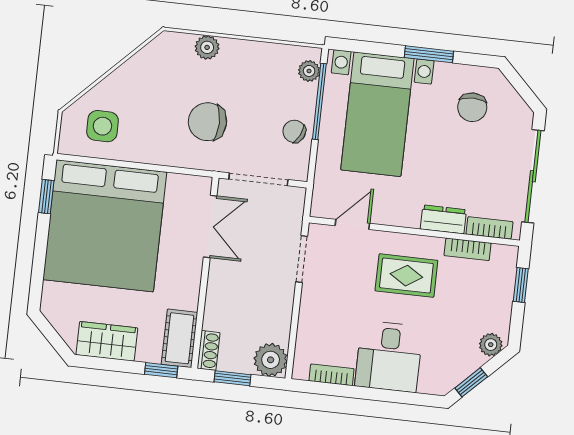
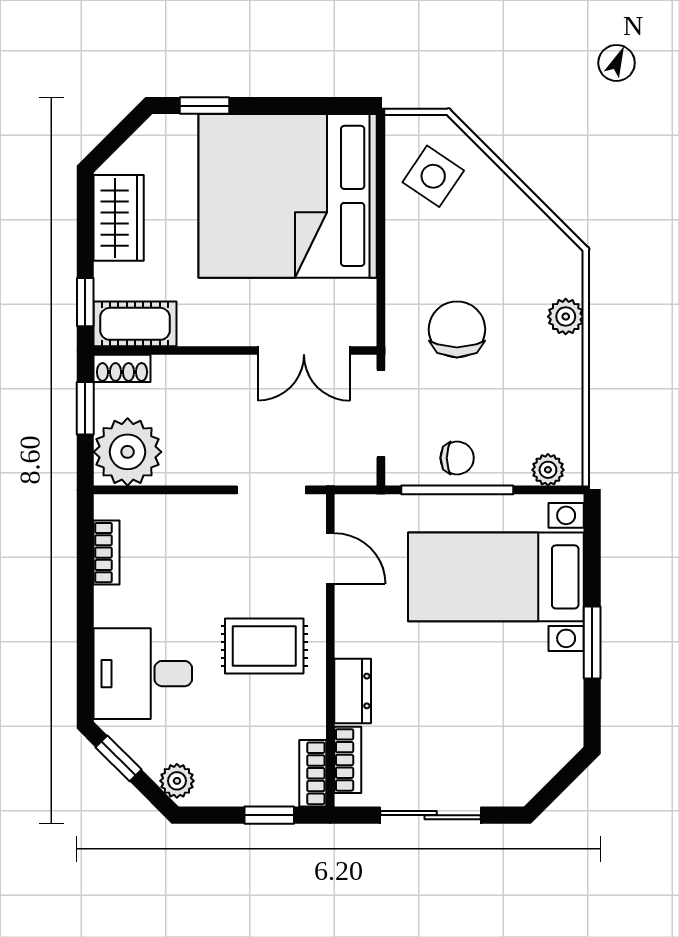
window: (319, 101) -> (457, 490), moved
chair: (472, 107) -> (522, 715), removed
side table: (102, 126) -> (433, 176), turned 34
chair: (294, 131) -> (457, 458), turned 64
sliding door: (533, 176) -> (431, 815), width x0.73
window: (46, 197) -> (204, 106), moved
bookcase: (468, 249) -> (313, 773), moved
rug: (406, 276) -> (264, 646), turned 90
desk: (389, 356) -> (143, 674), moved
plant: (271, 360) -> (128, 452), width x1.36, depth x1.36

